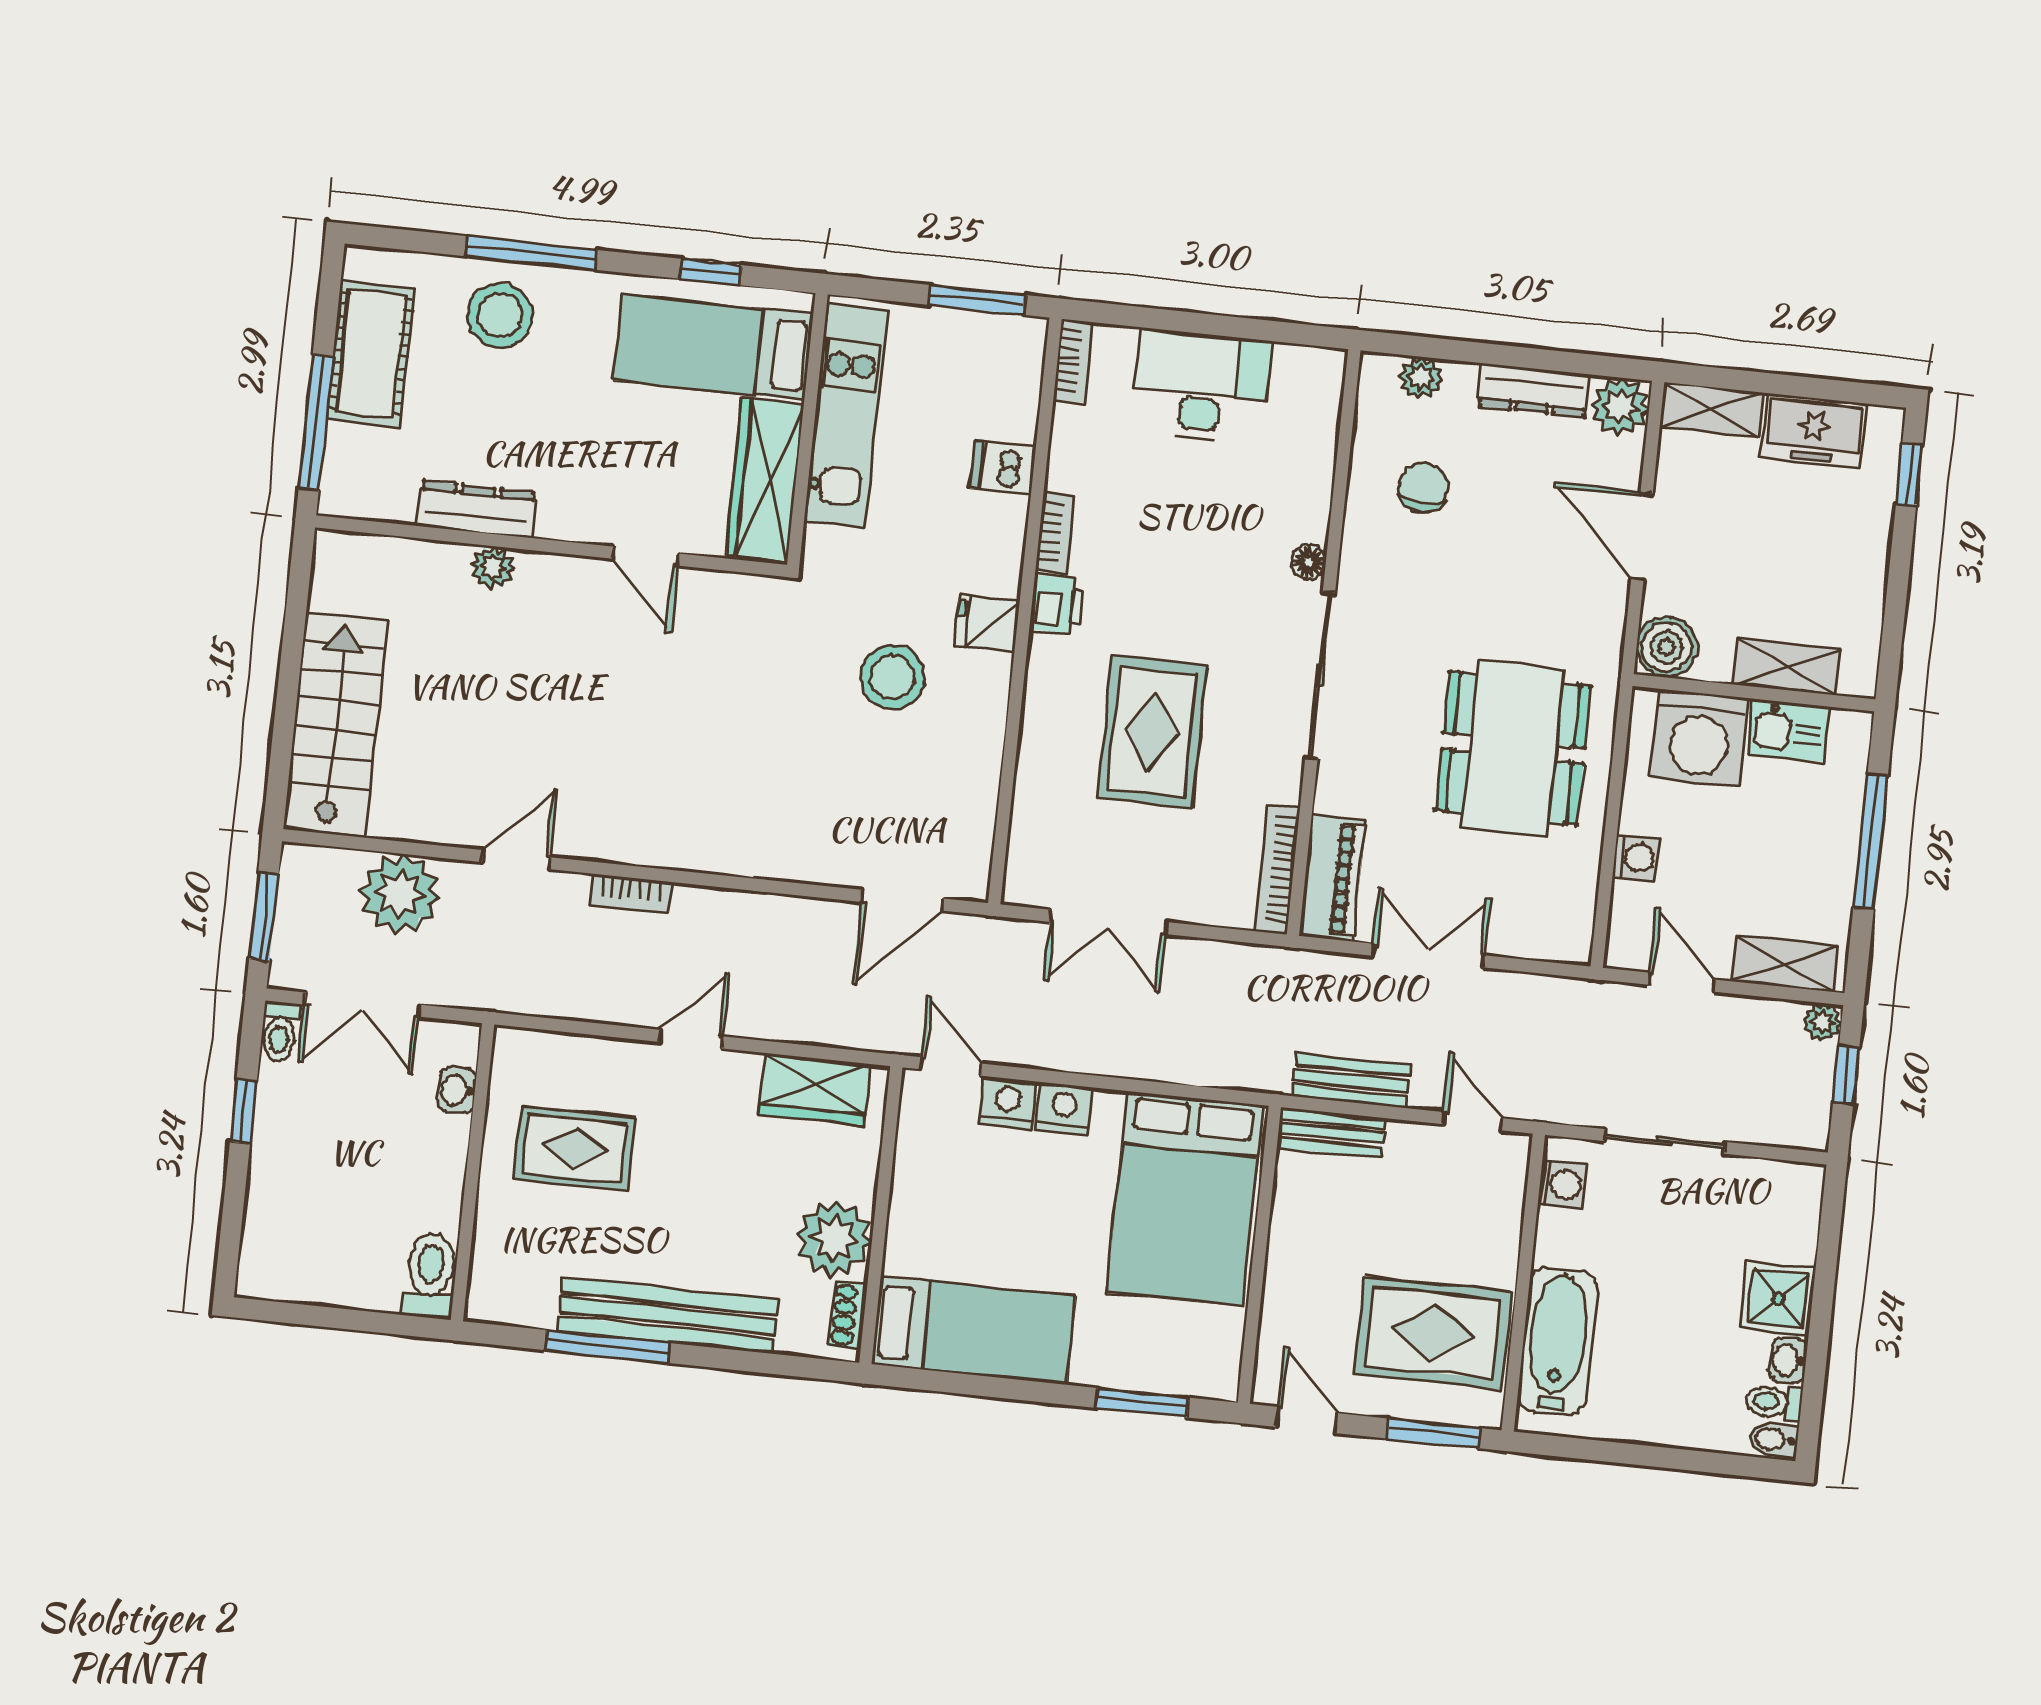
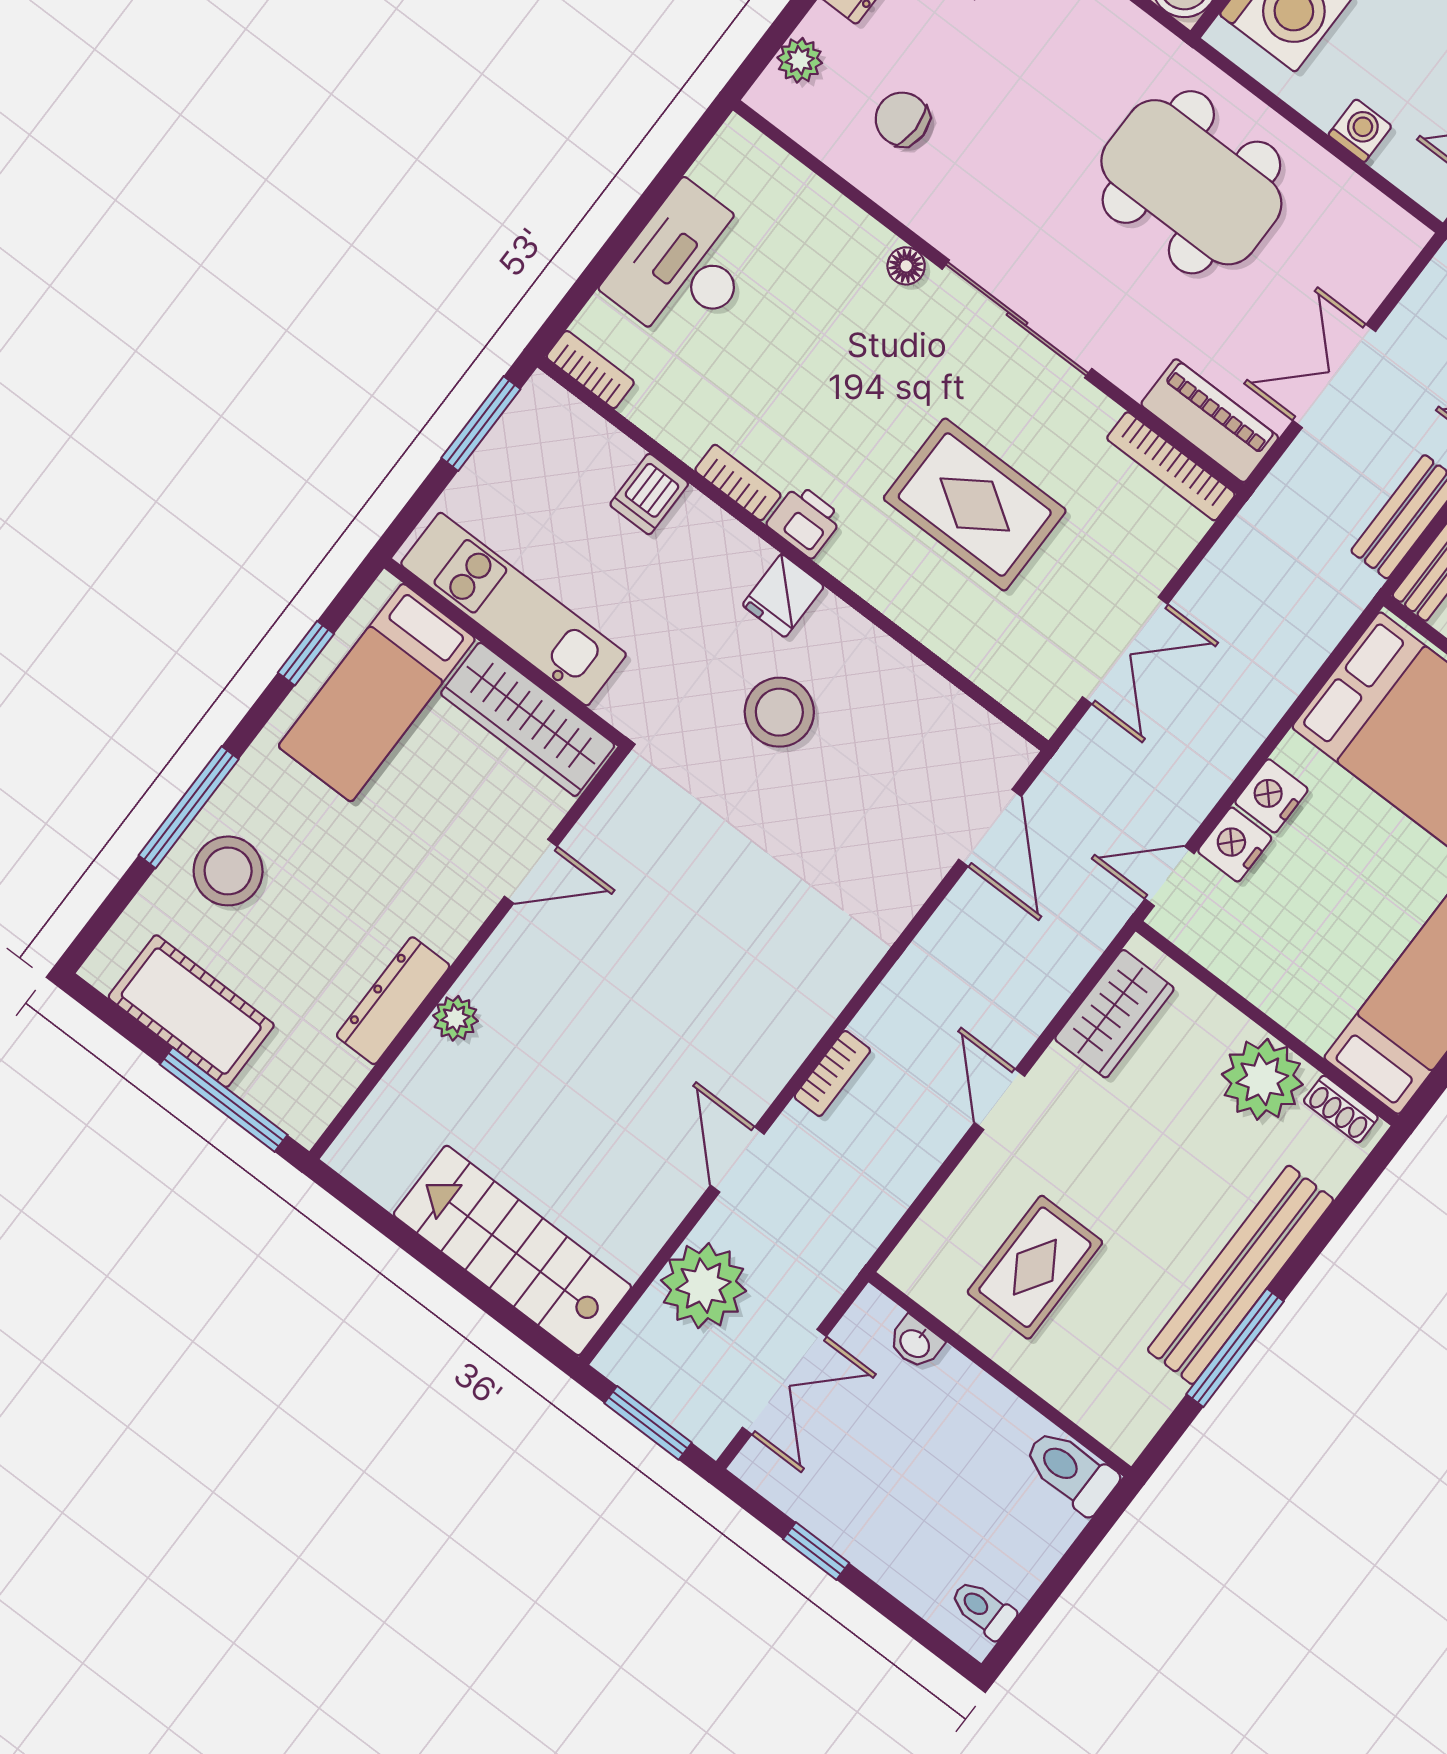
toilet: (280, 1031) -> (983, 1609), moved, turned 180

